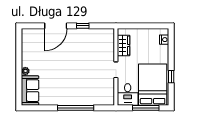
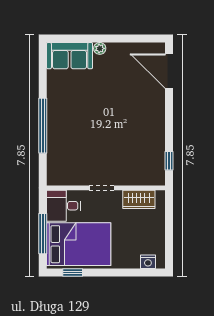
door: (56, 26) -> (169, 71), moved
window: (83, 26) -> (169, 161), moved
window: (171, 77) -> (73, 272), moved

